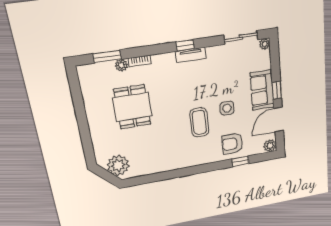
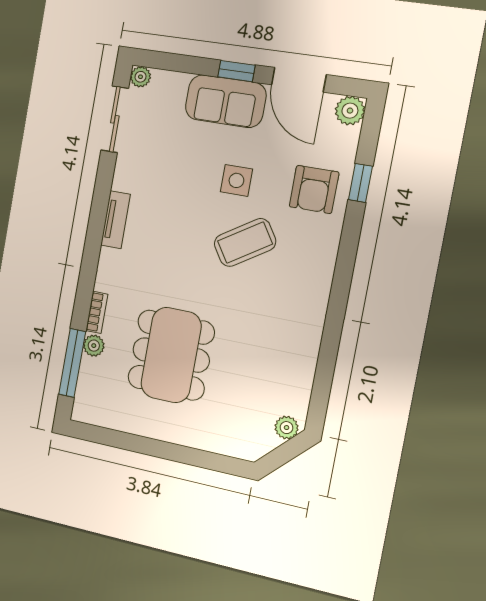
window: (185, 45) -> (96, 225), removed
window: (107, 56) -> (72, 363), width x1.44
dining table: (132, 107) -> (171, 355), width x1.38
coffee table: (199, 122) -> (245, 243), turned -33
plant: (118, 165) -> (287, 428), width x0.53, depth x0.53

